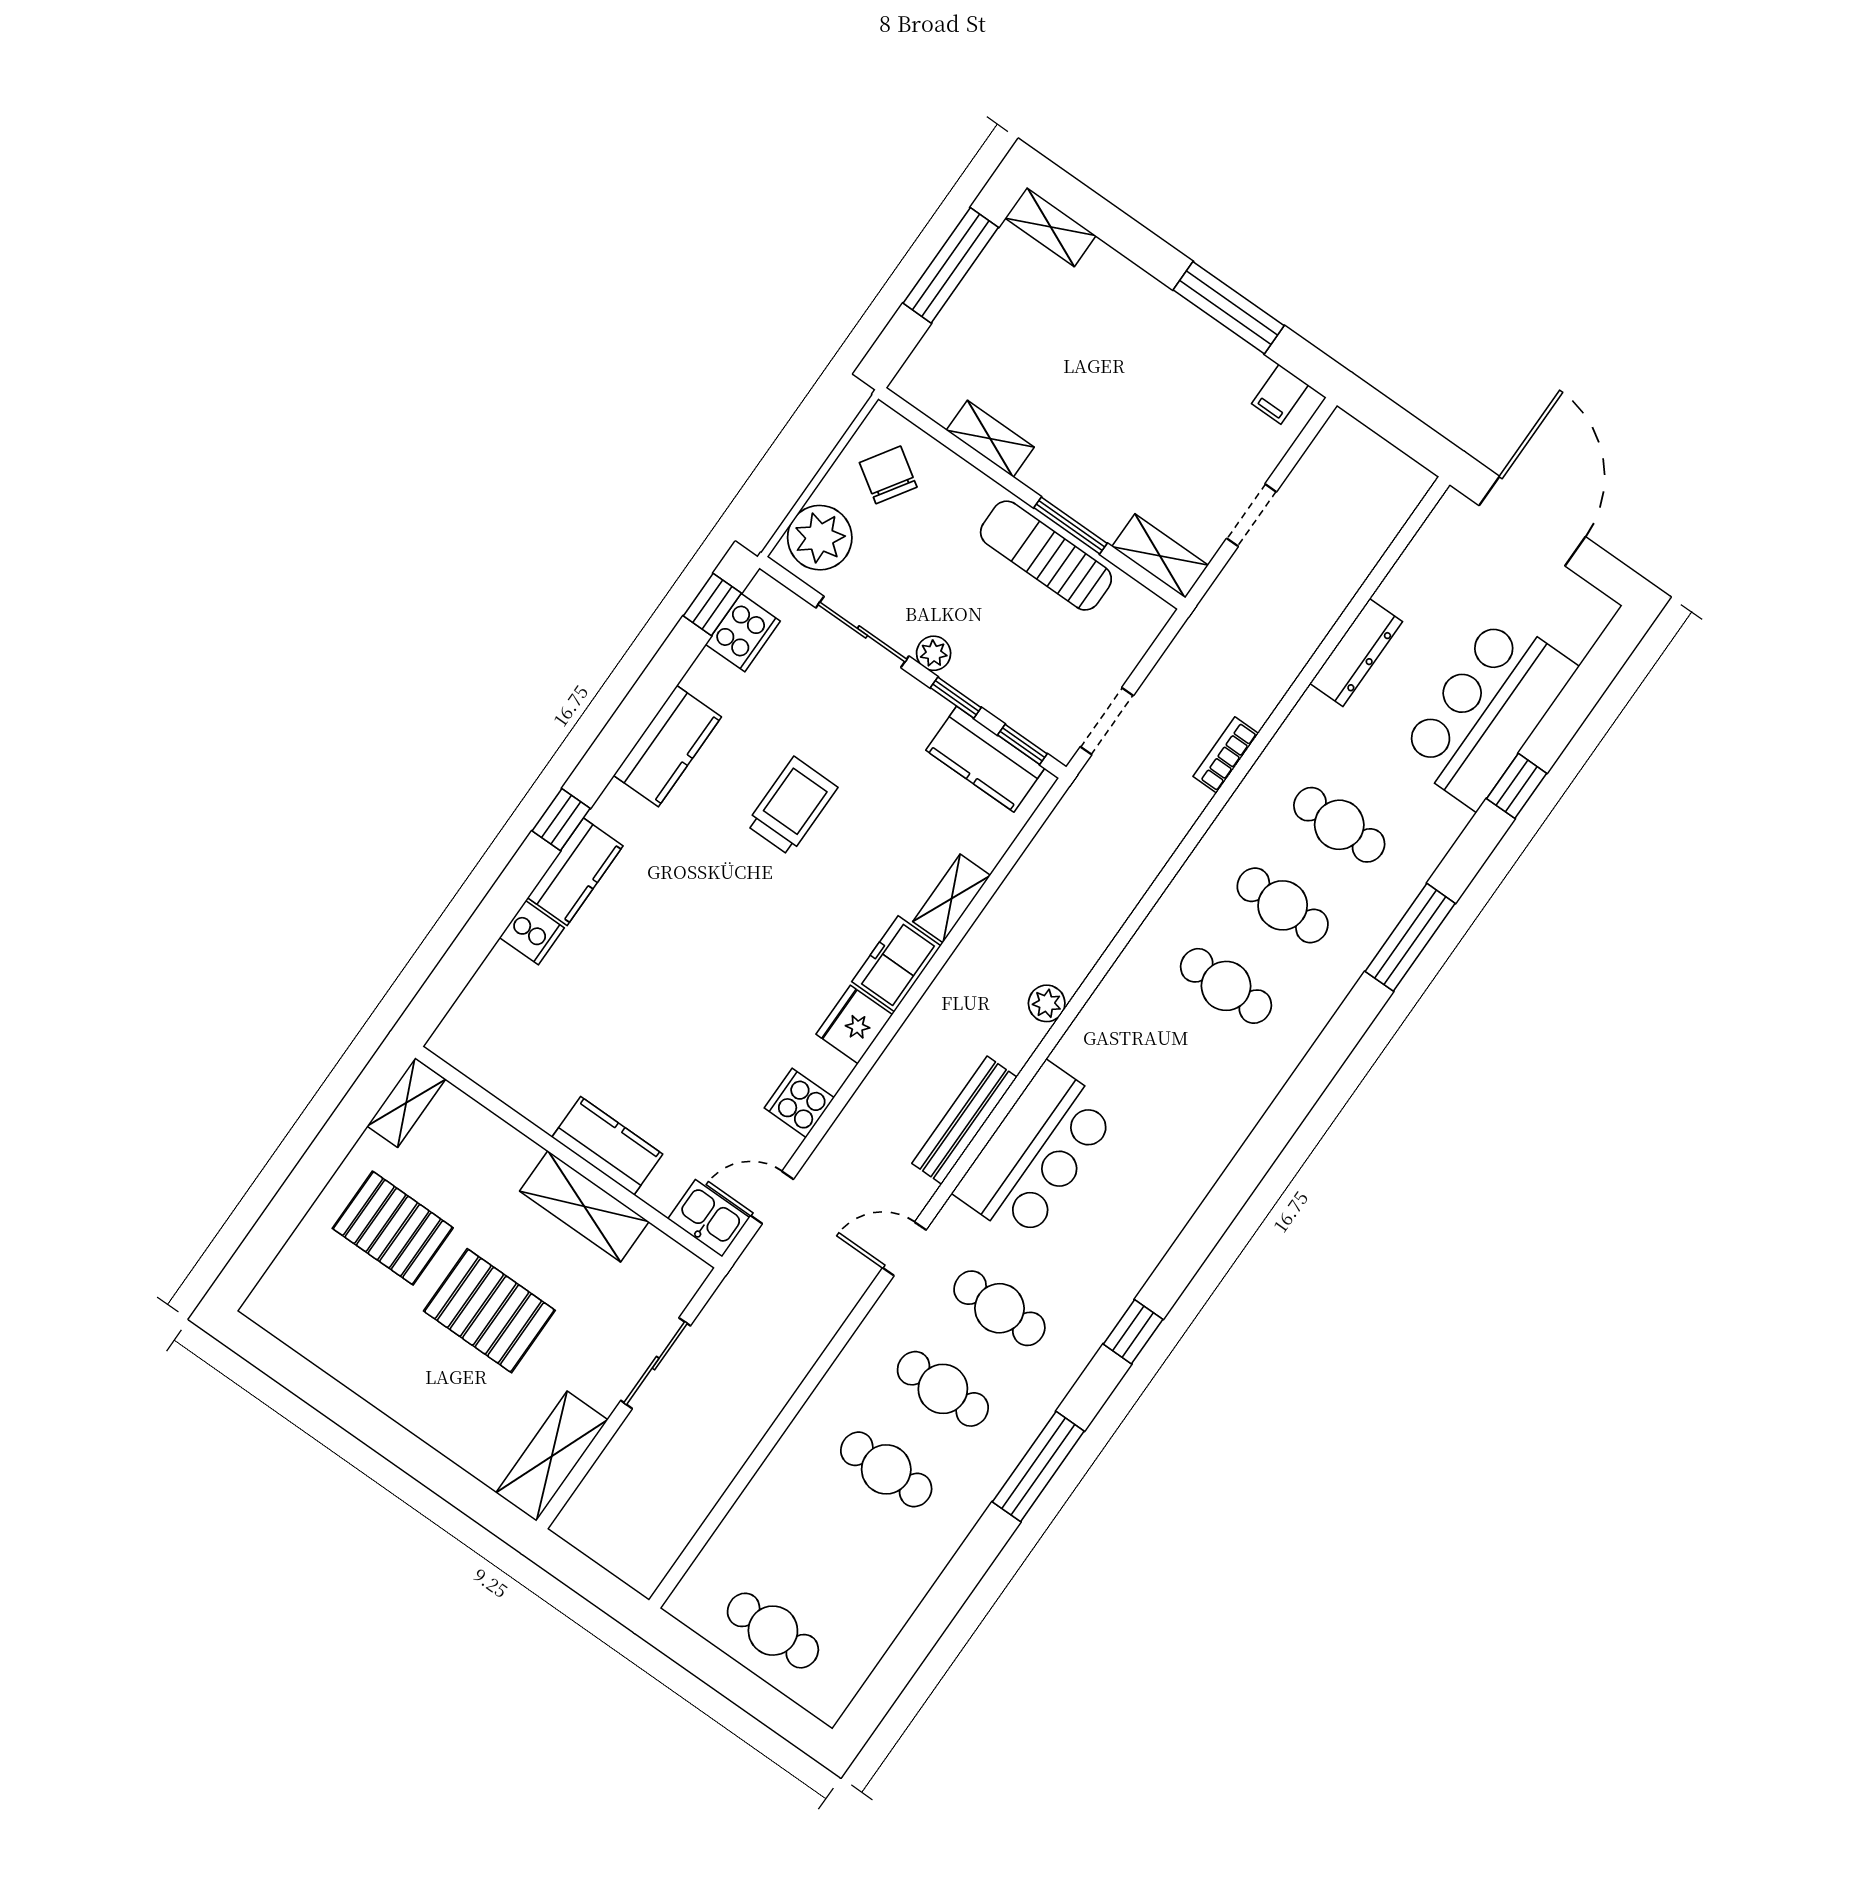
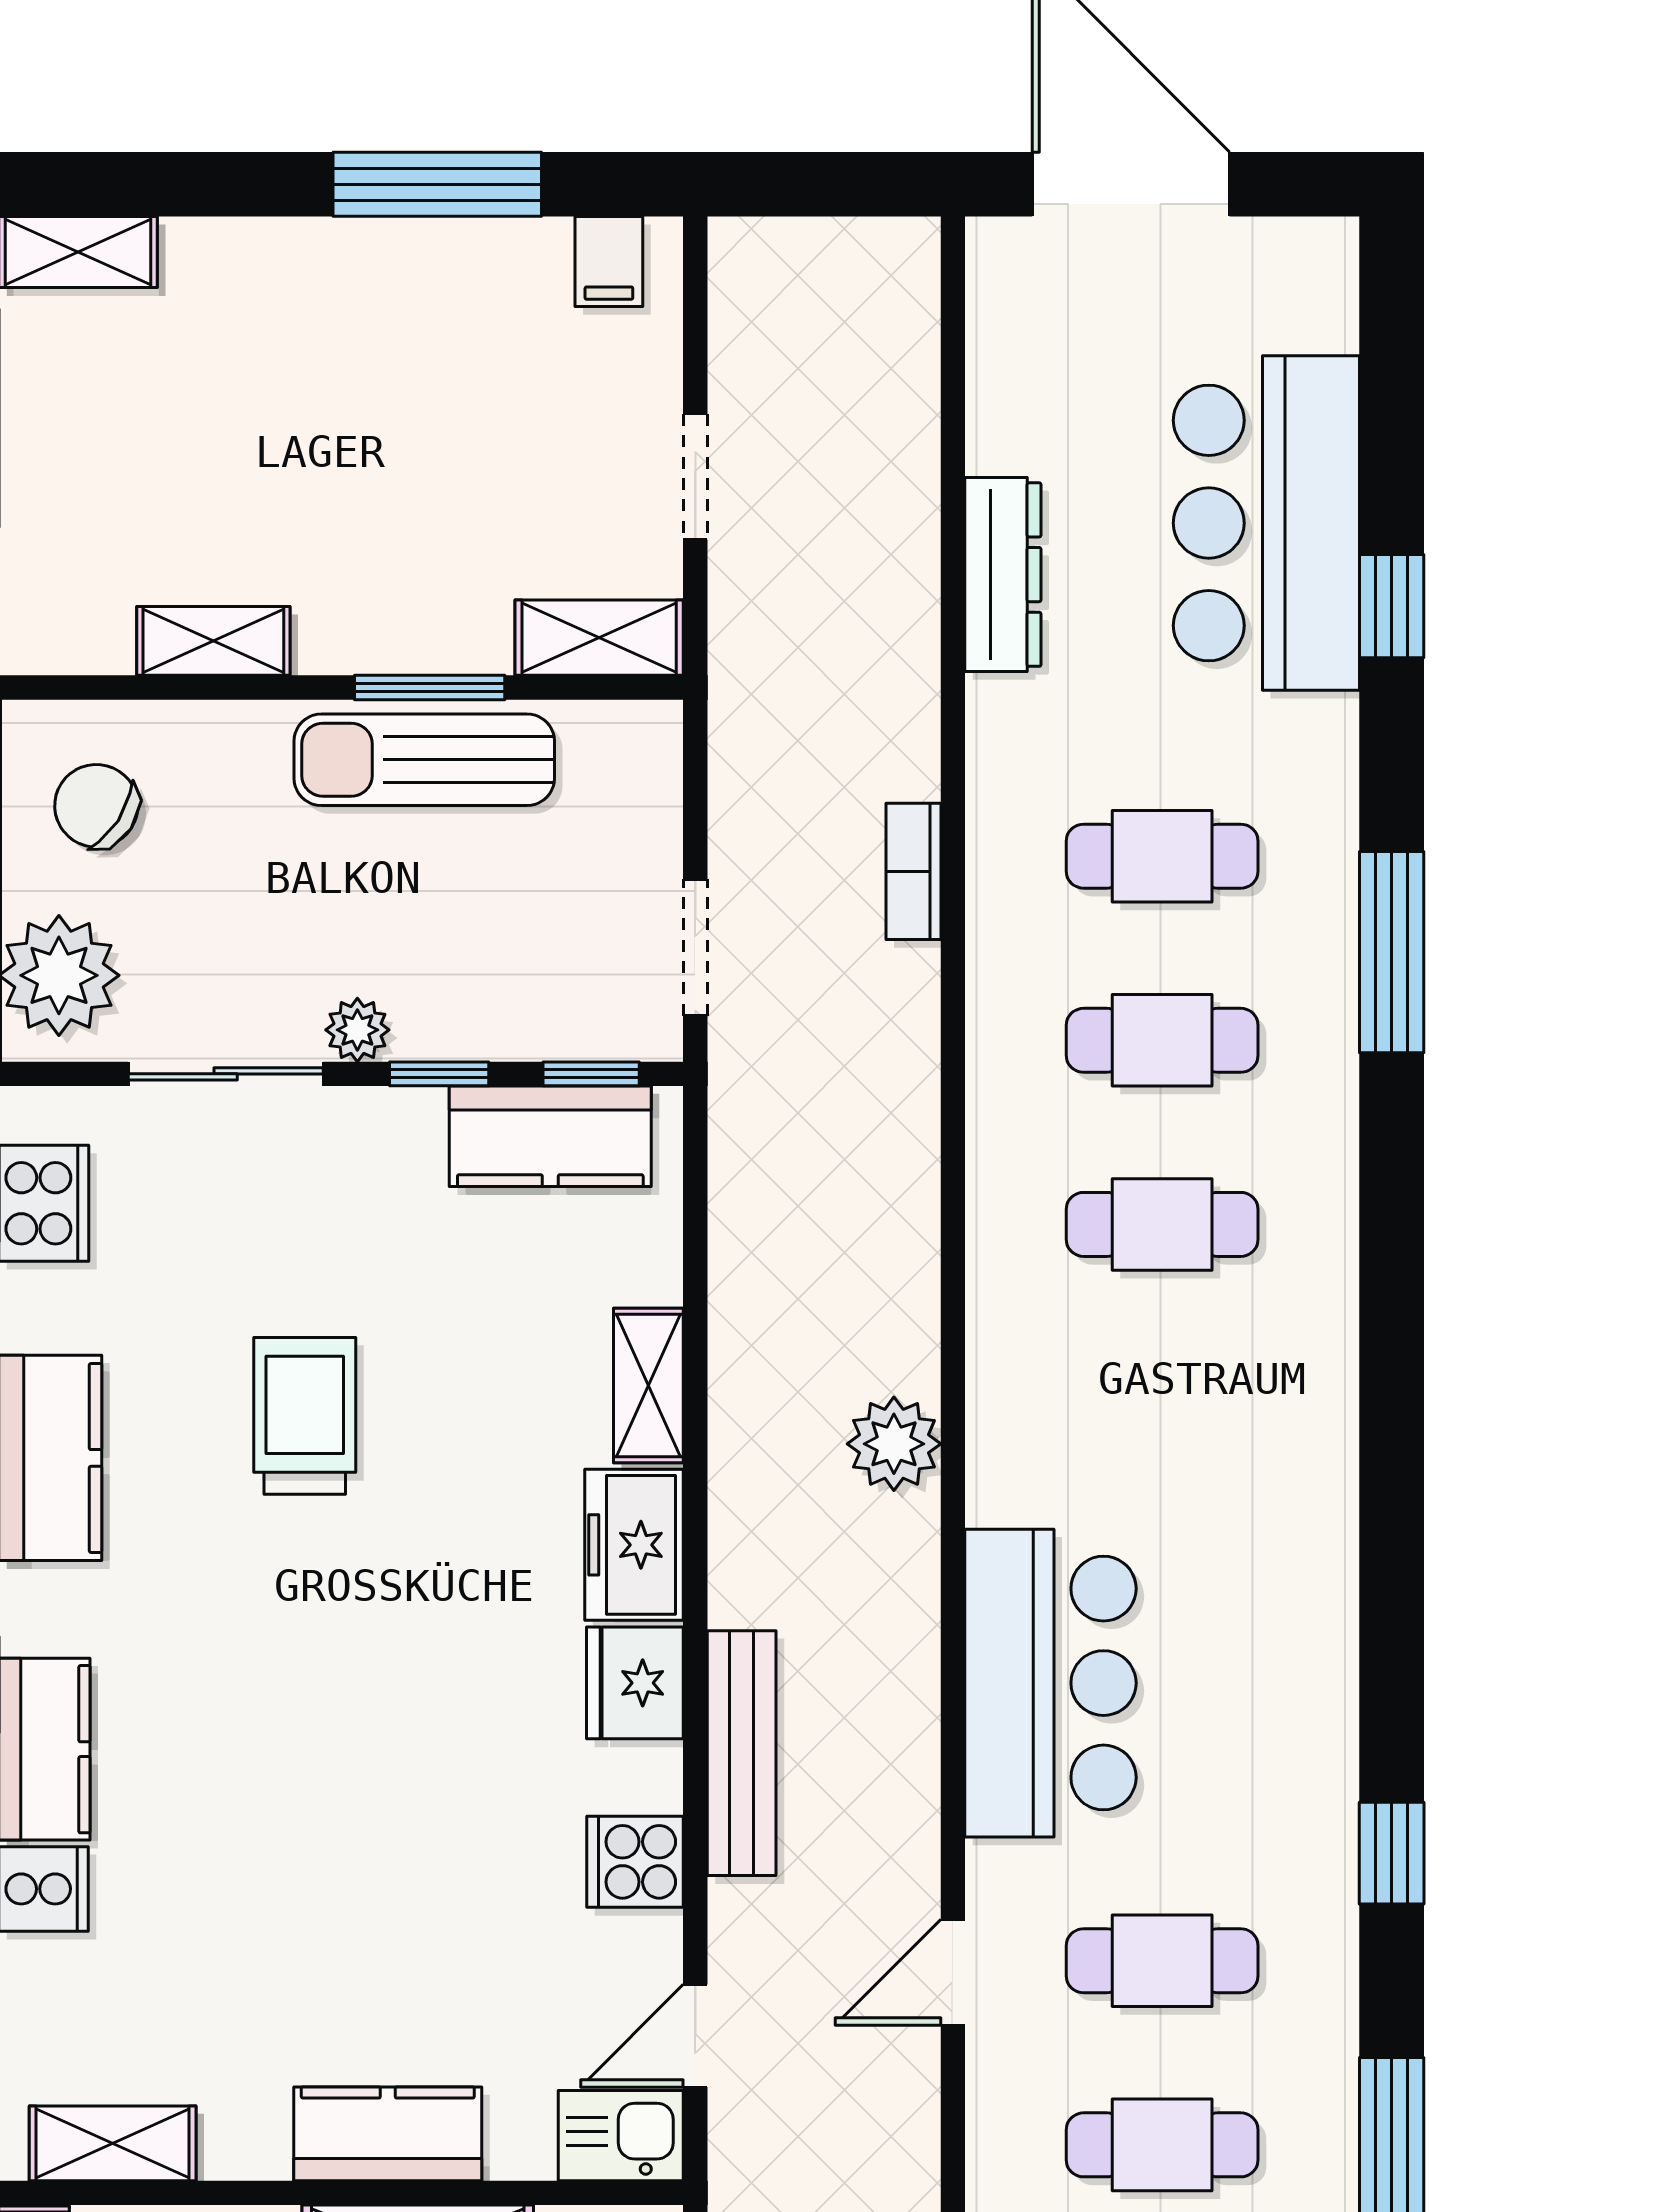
plant: (1047, 1003) -> (894, 1444), width x1.38, depth x1.38
shelving: (484, 1065) -> (113, 2143), added
bench: (964, 1120) -> (742, 1753), moved

